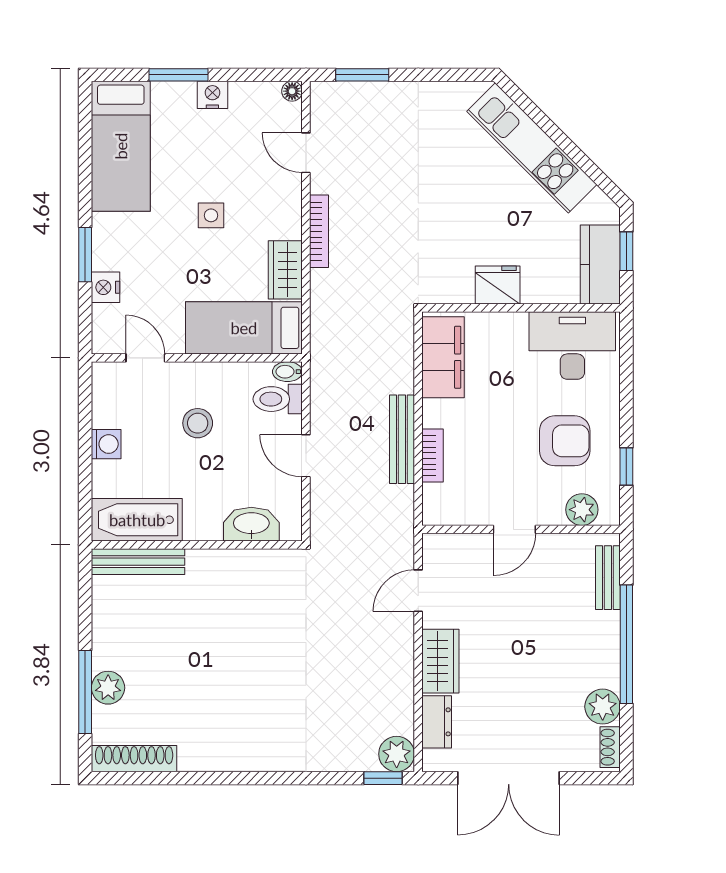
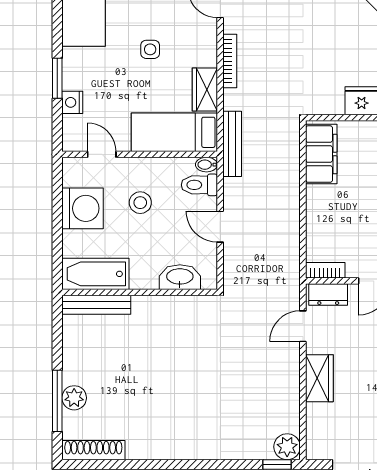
bench: (402, 439) -> (232, 144), moved
washing machine: (106, 444) -> (82, 208), width x1.89, depth x1.89
bookcase: (433, 456) -> (325, 270), moved, turned -90
dresser: (437, 722) -> (328, 295), moved, turned 90

